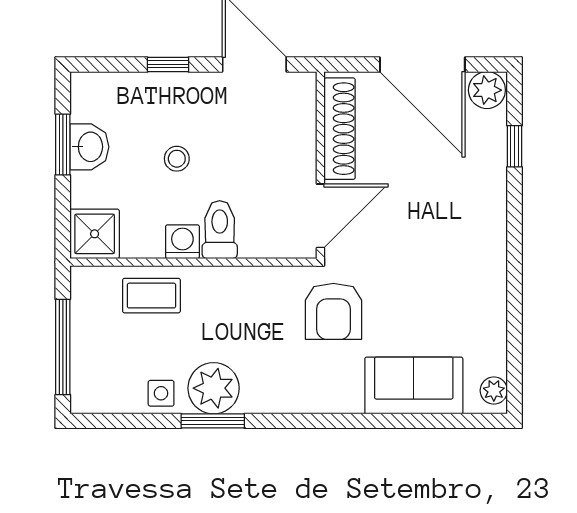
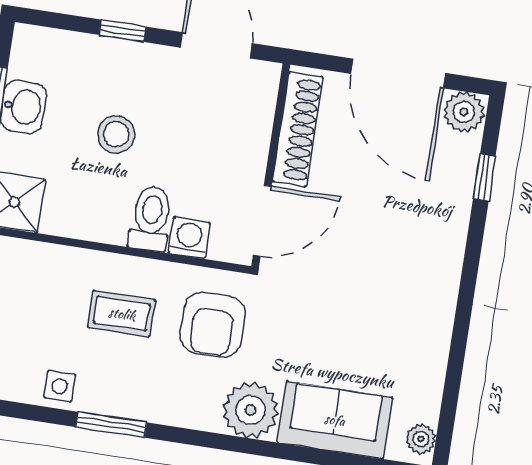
stool: (177, 159) -> (116, 134), width x1.37, depth x1.37
washing machine: (182, 242) -> (189, 238), moved
coffee table: (151, 296) -> (122, 314), moved
armchair: (333, 311) -> (213, 325), moved
plant: (214, 388) -> (251, 410), moved

